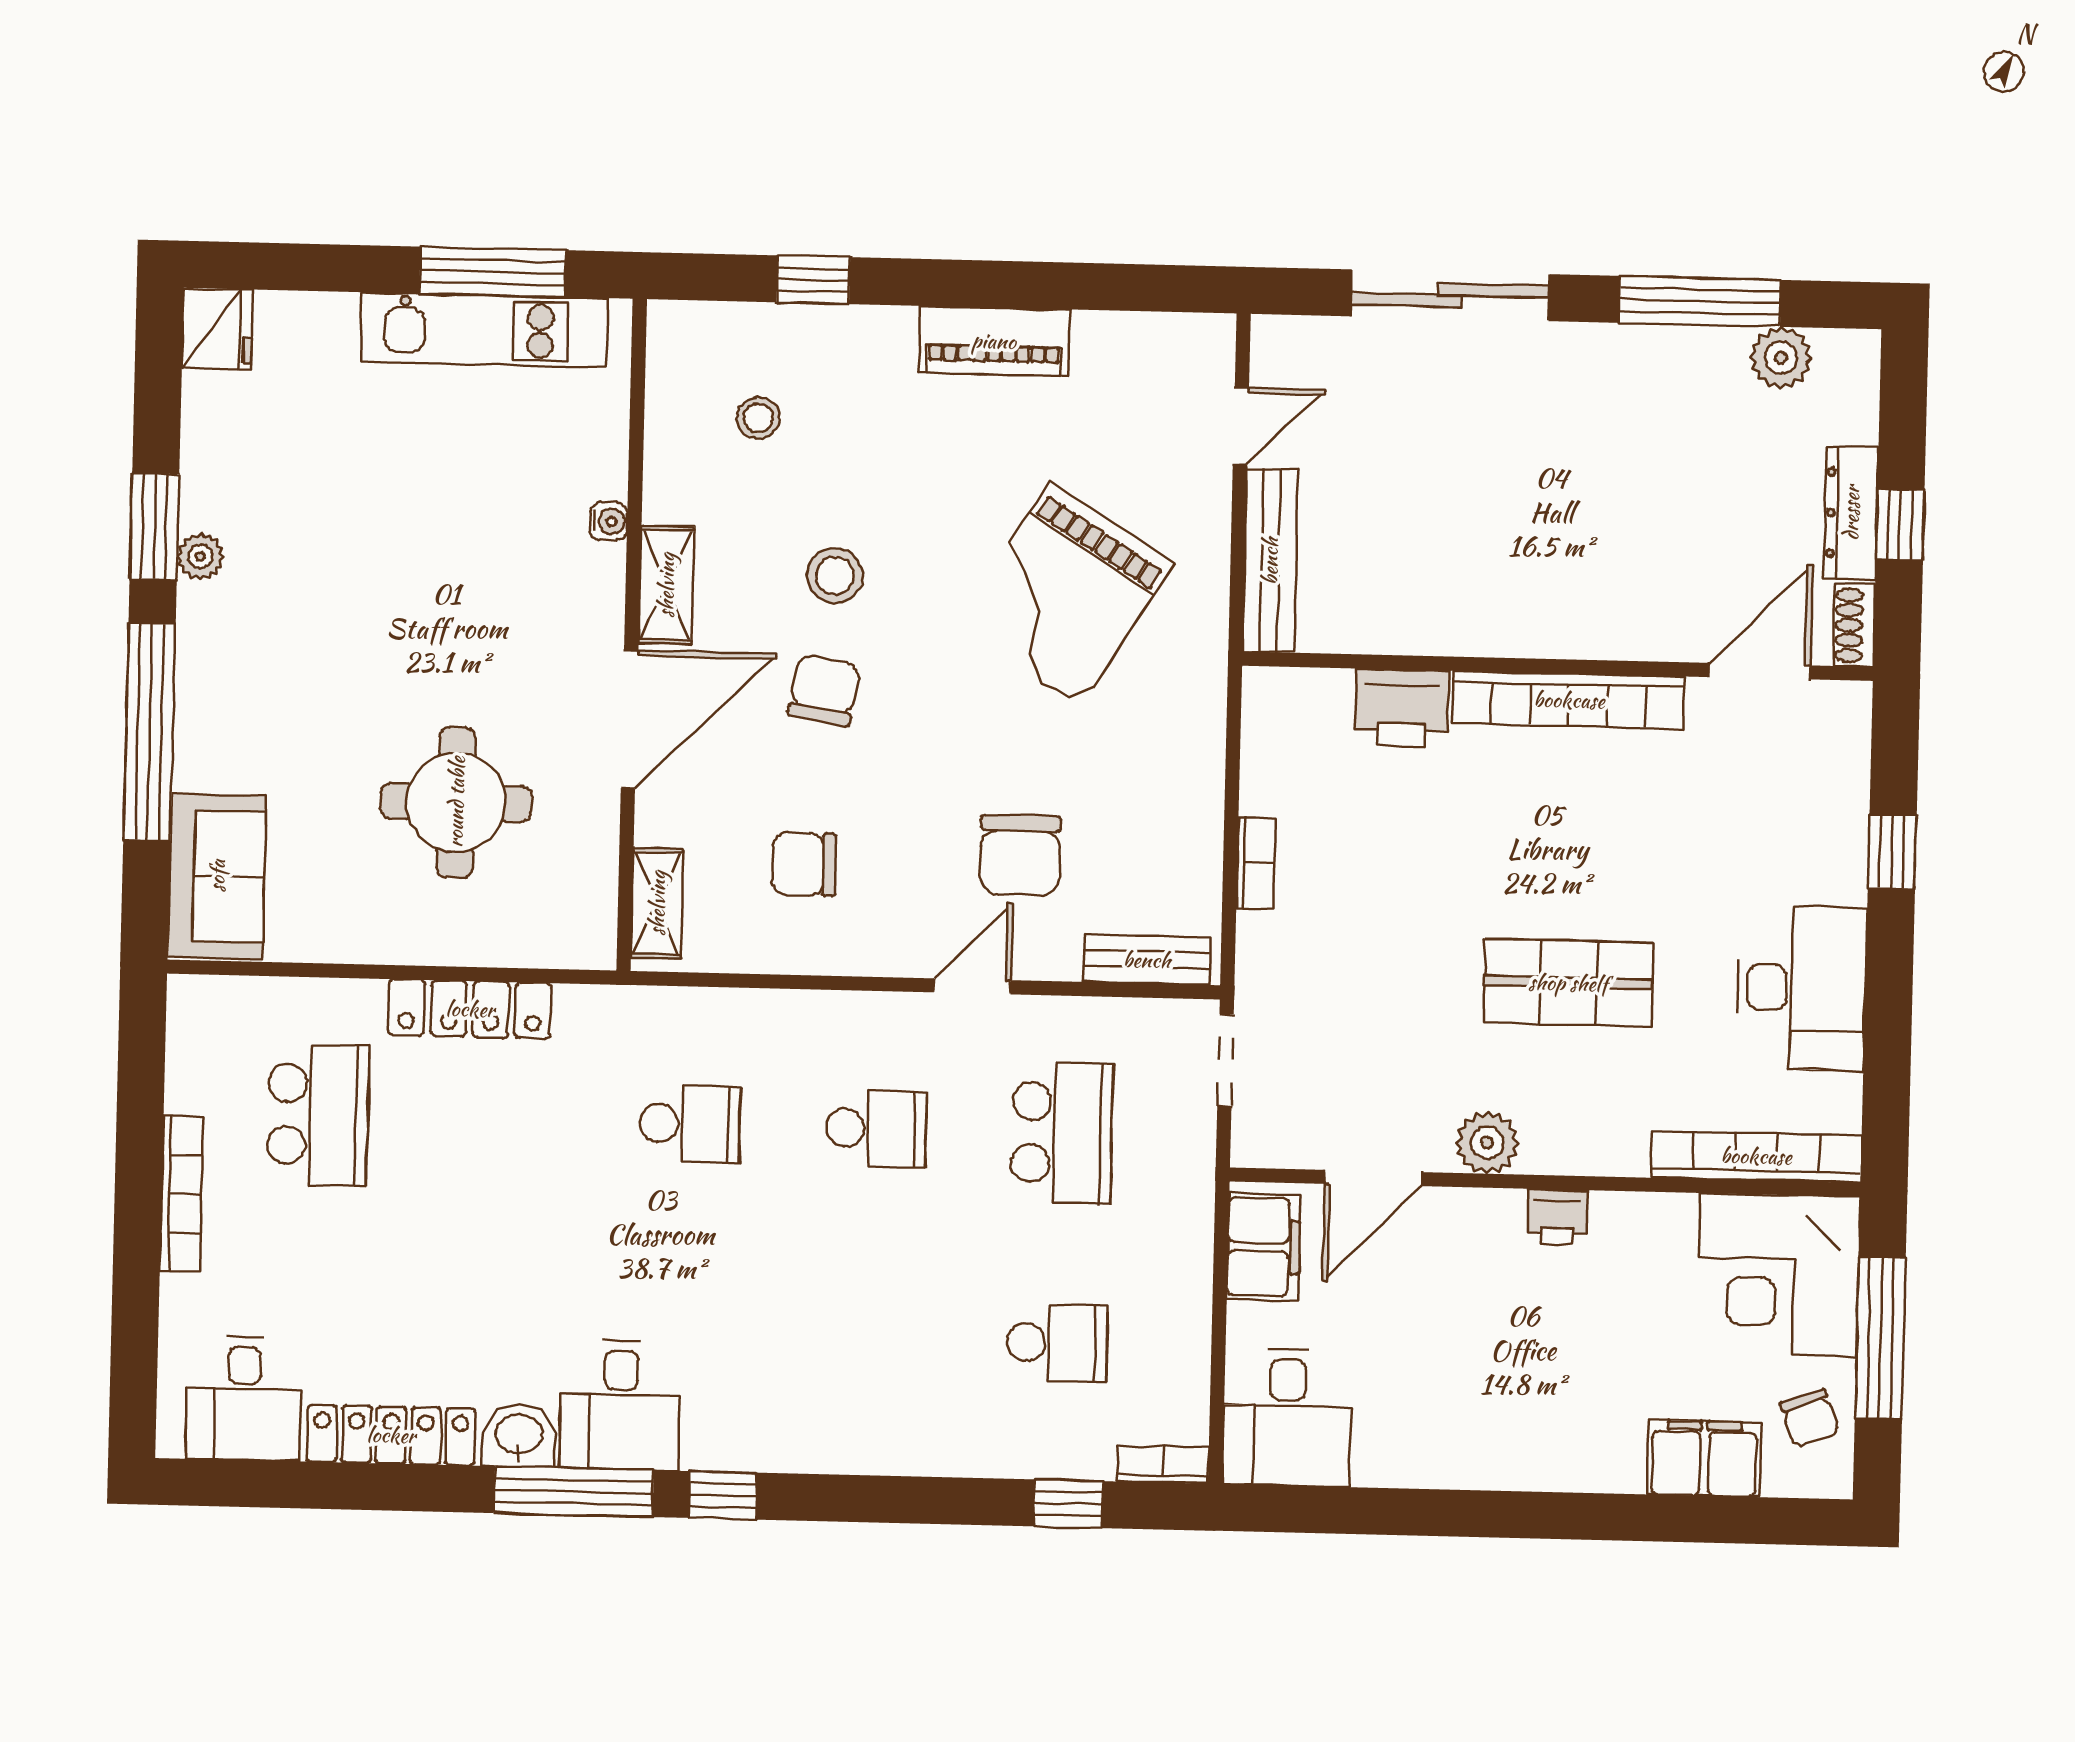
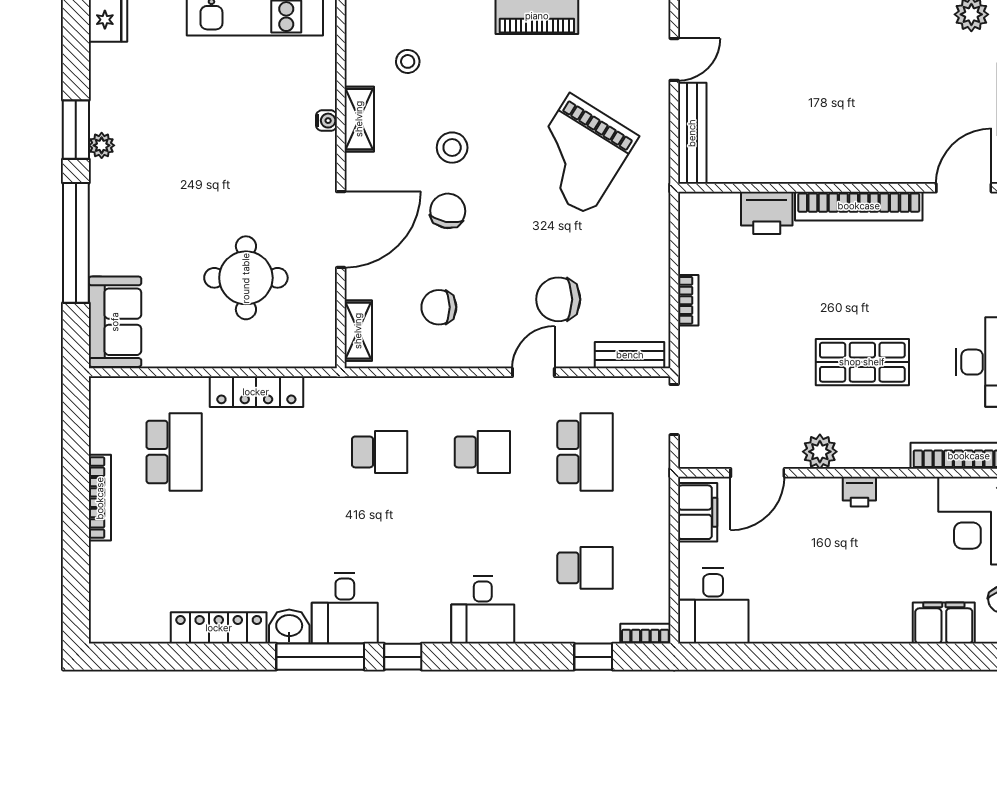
shelving: (666, 585) -> (359, 119), moved
chair: (1020, 855) -> (558, 299), turned 90
desk: (244, 1399) -> (483, 610), moved

